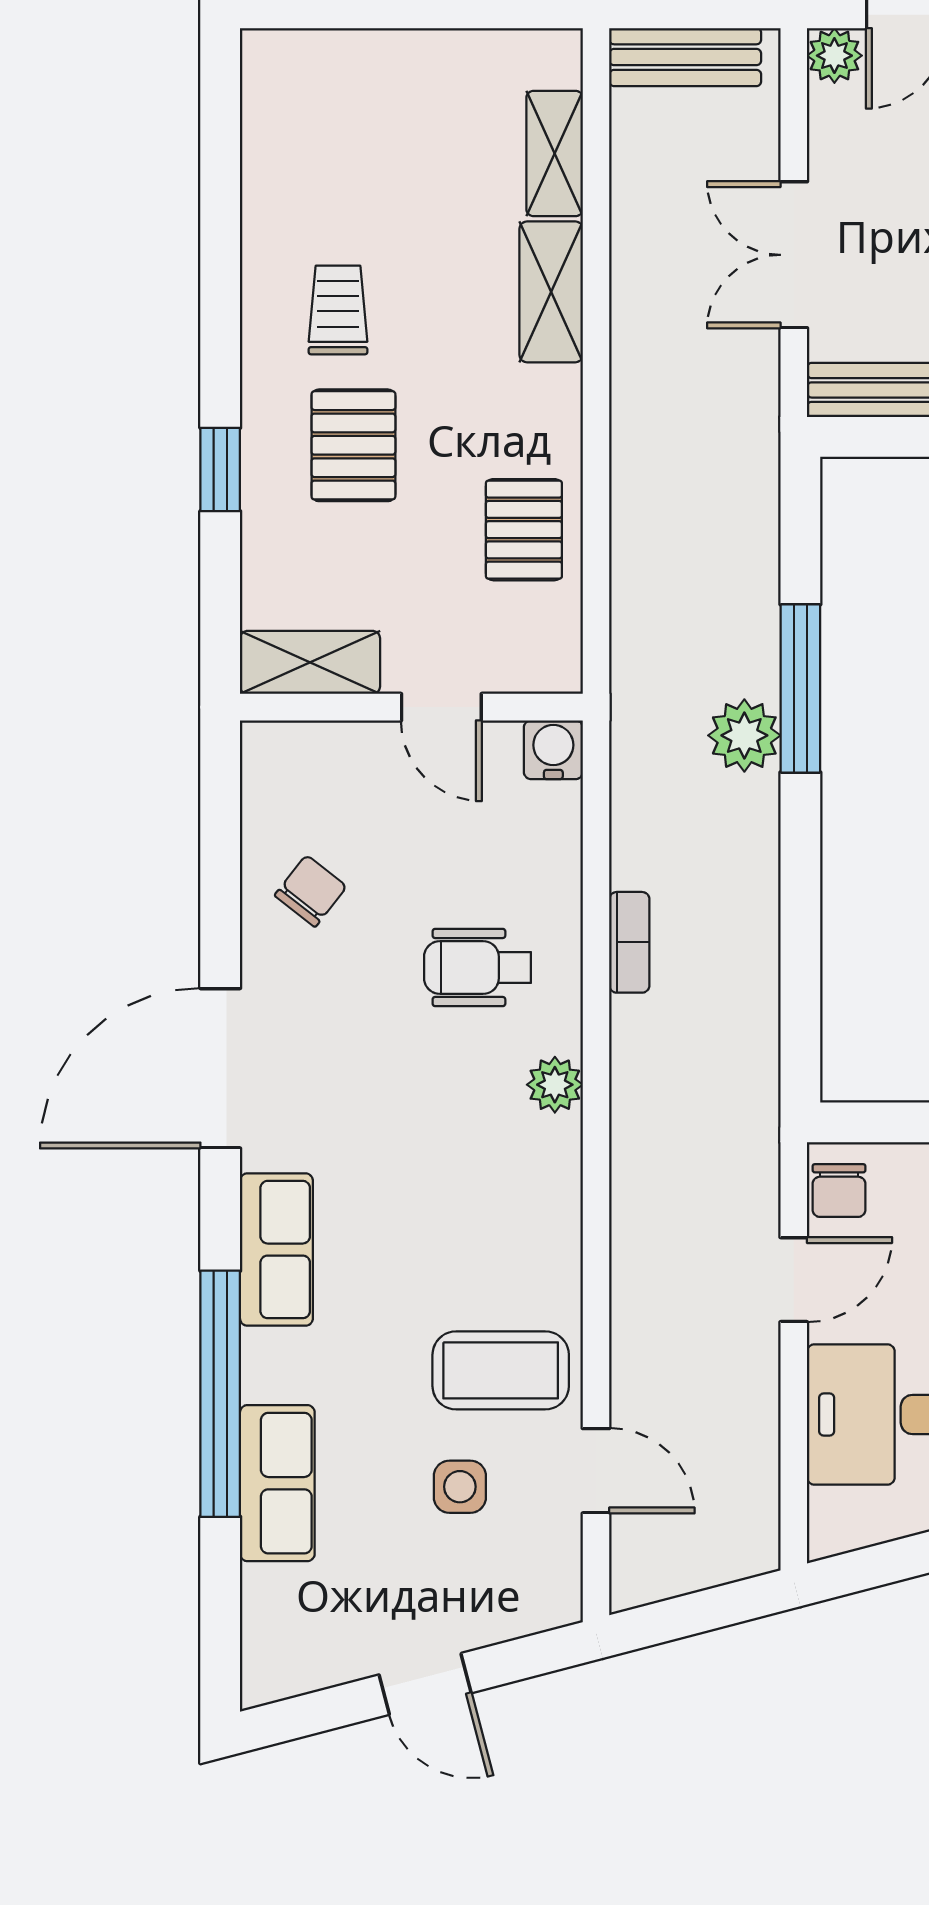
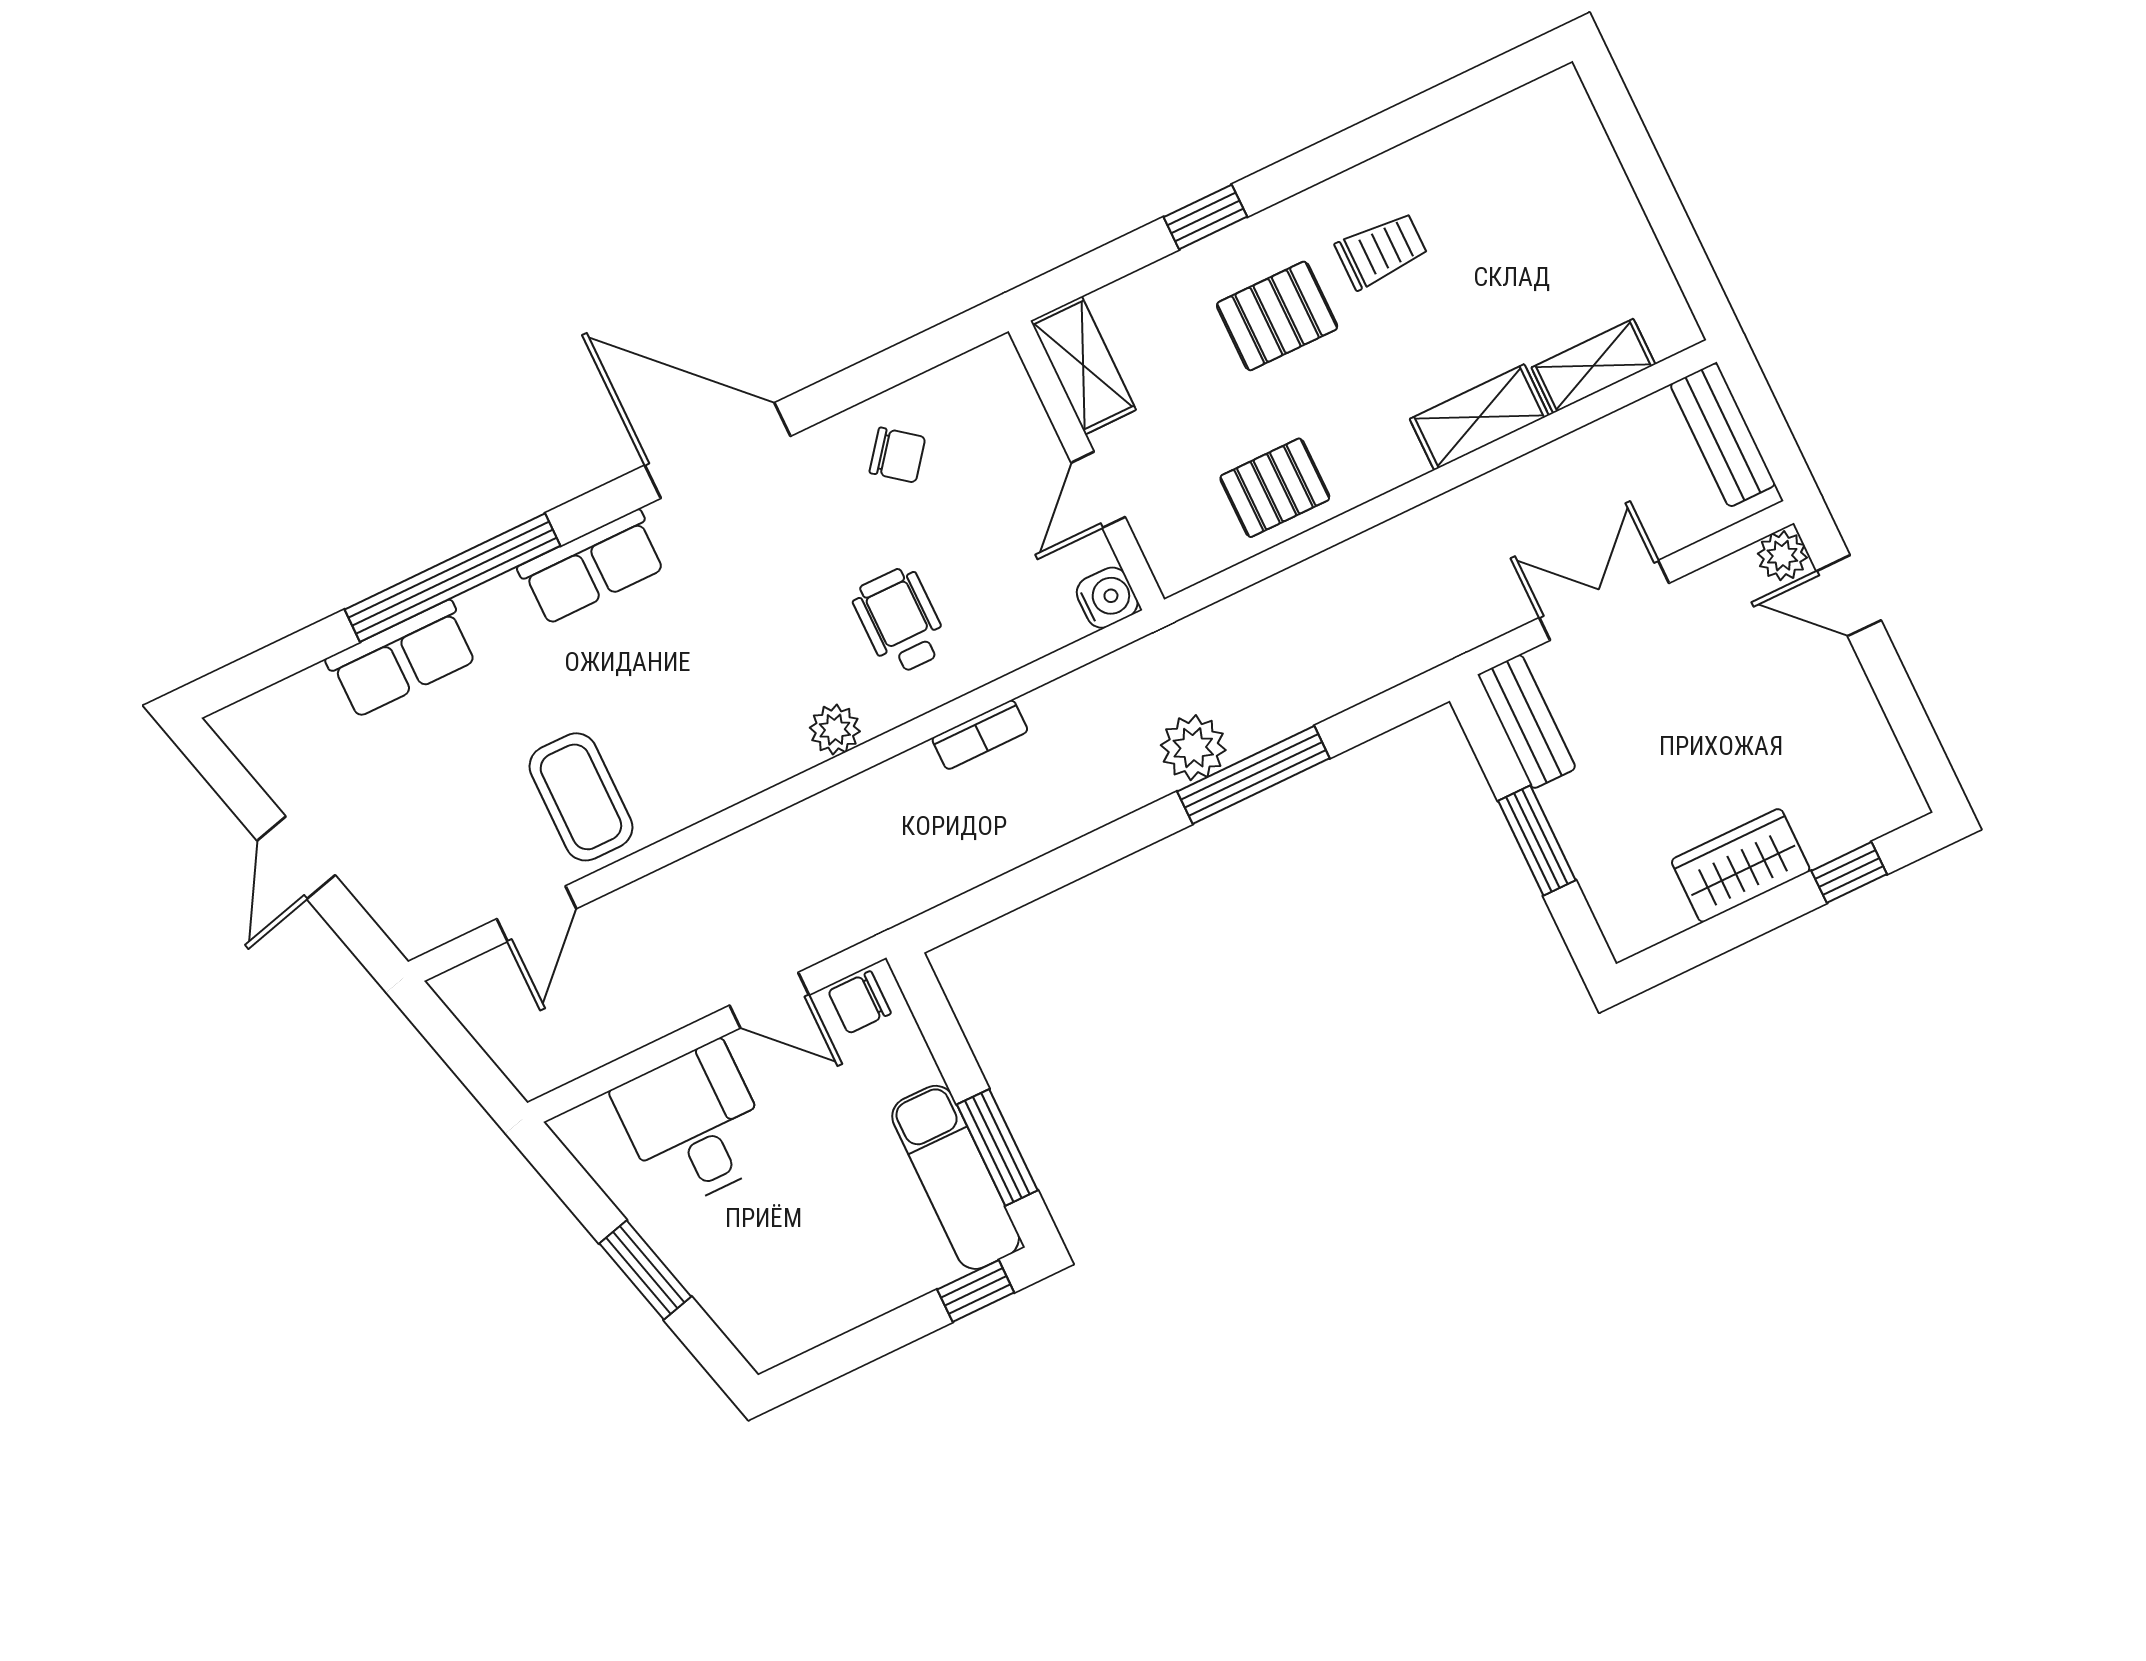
side table: (460, 1487) -> (470, 809), removed

